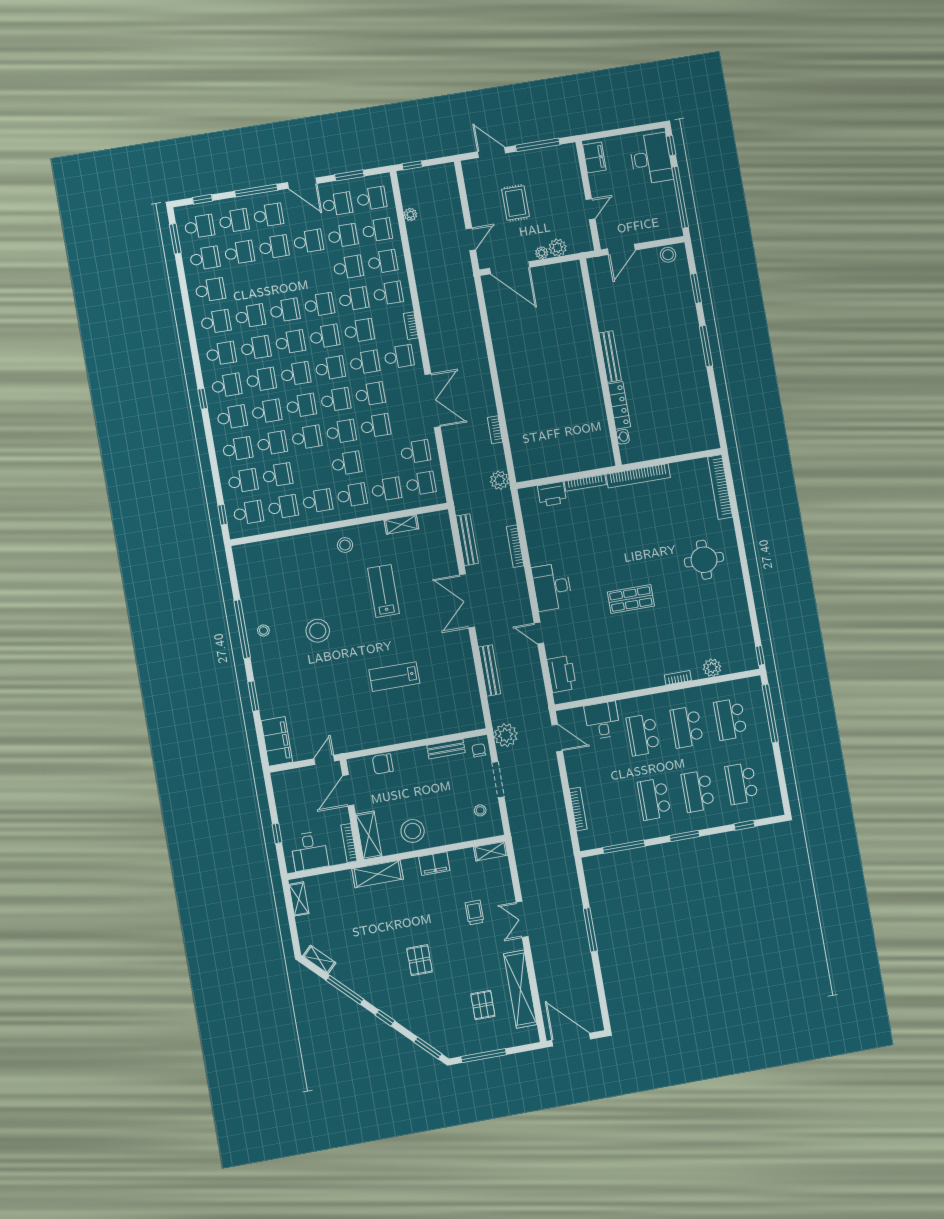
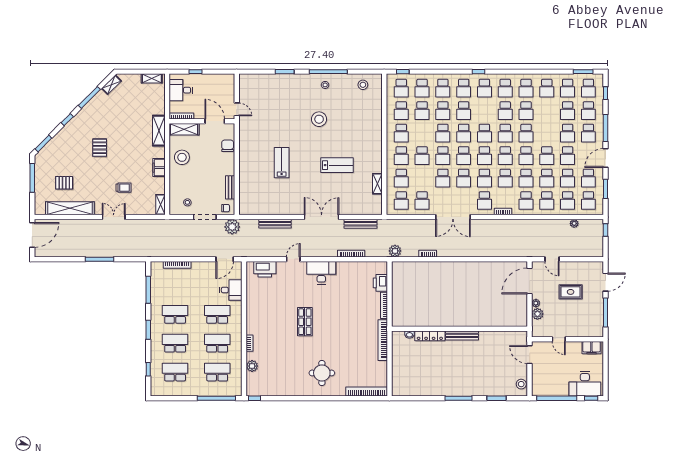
school desk: (261, 380) -> (547, 156), moved
stool: (345, 545) -> (363, 85), moved
filing cabinet: (277, 741) -> (254, 81), removed
pallet: (420, 960) -> (100, 148), turned 90

